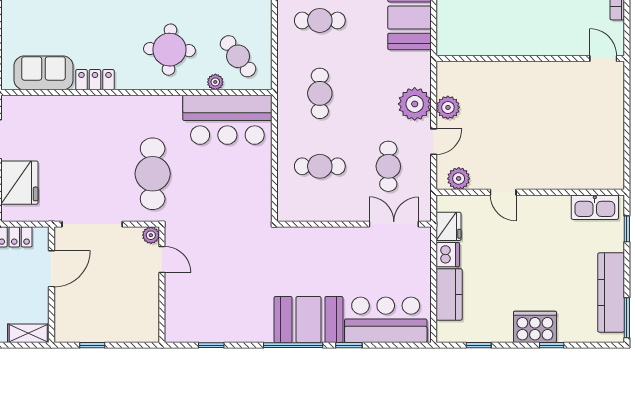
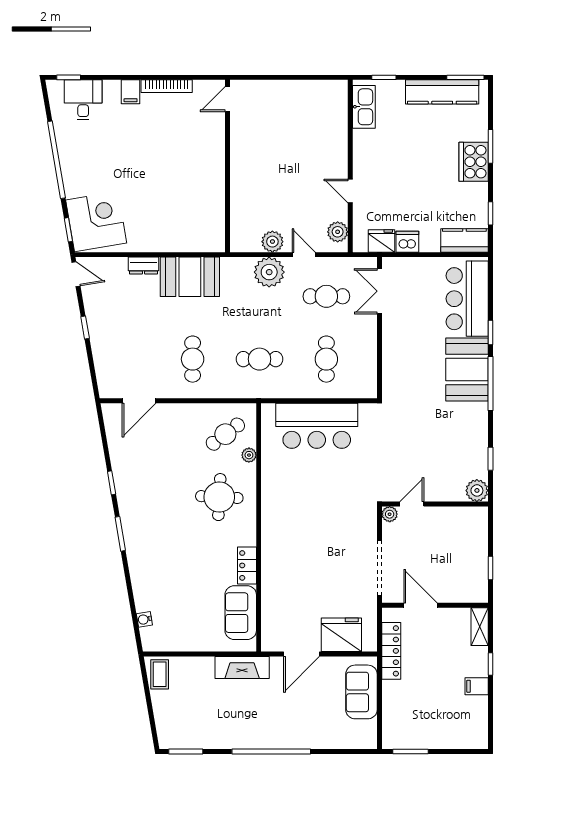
bar counter: (227, 120) -> (317, 426), moved, turned 90
cafe table: (153, 174) -> (333, 513), removed
door: (503, 192) -> (350, 191), swing flipped
kitchen counter: (449, 294) -> (464, 240), moved
plant: (177, 330) -> (477, 490), added
window: (552, 345) -> (490, 146), width x1.50

